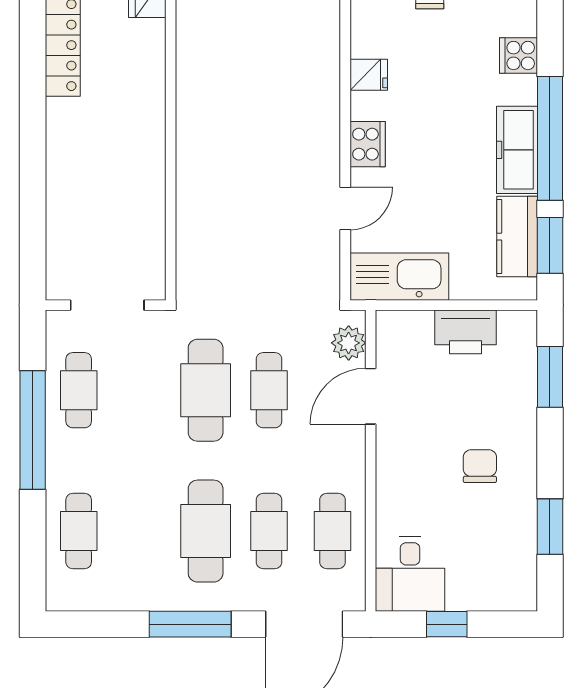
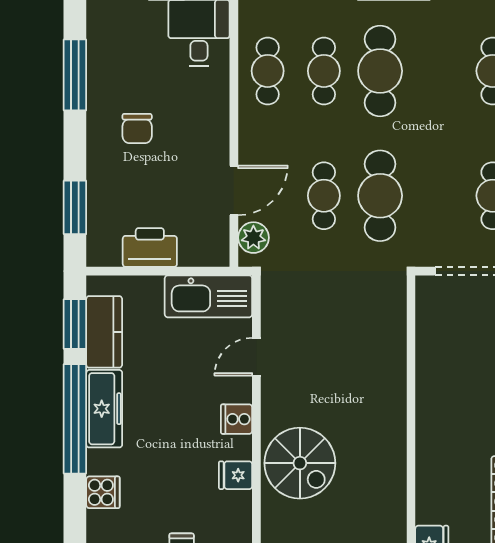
spiral stairs: (296, 88) -> (300, 463), added
cooker: (368, 144) -> (237, 419), width x0.73
window: (550, 527) -> (75, 75), width x1.44

